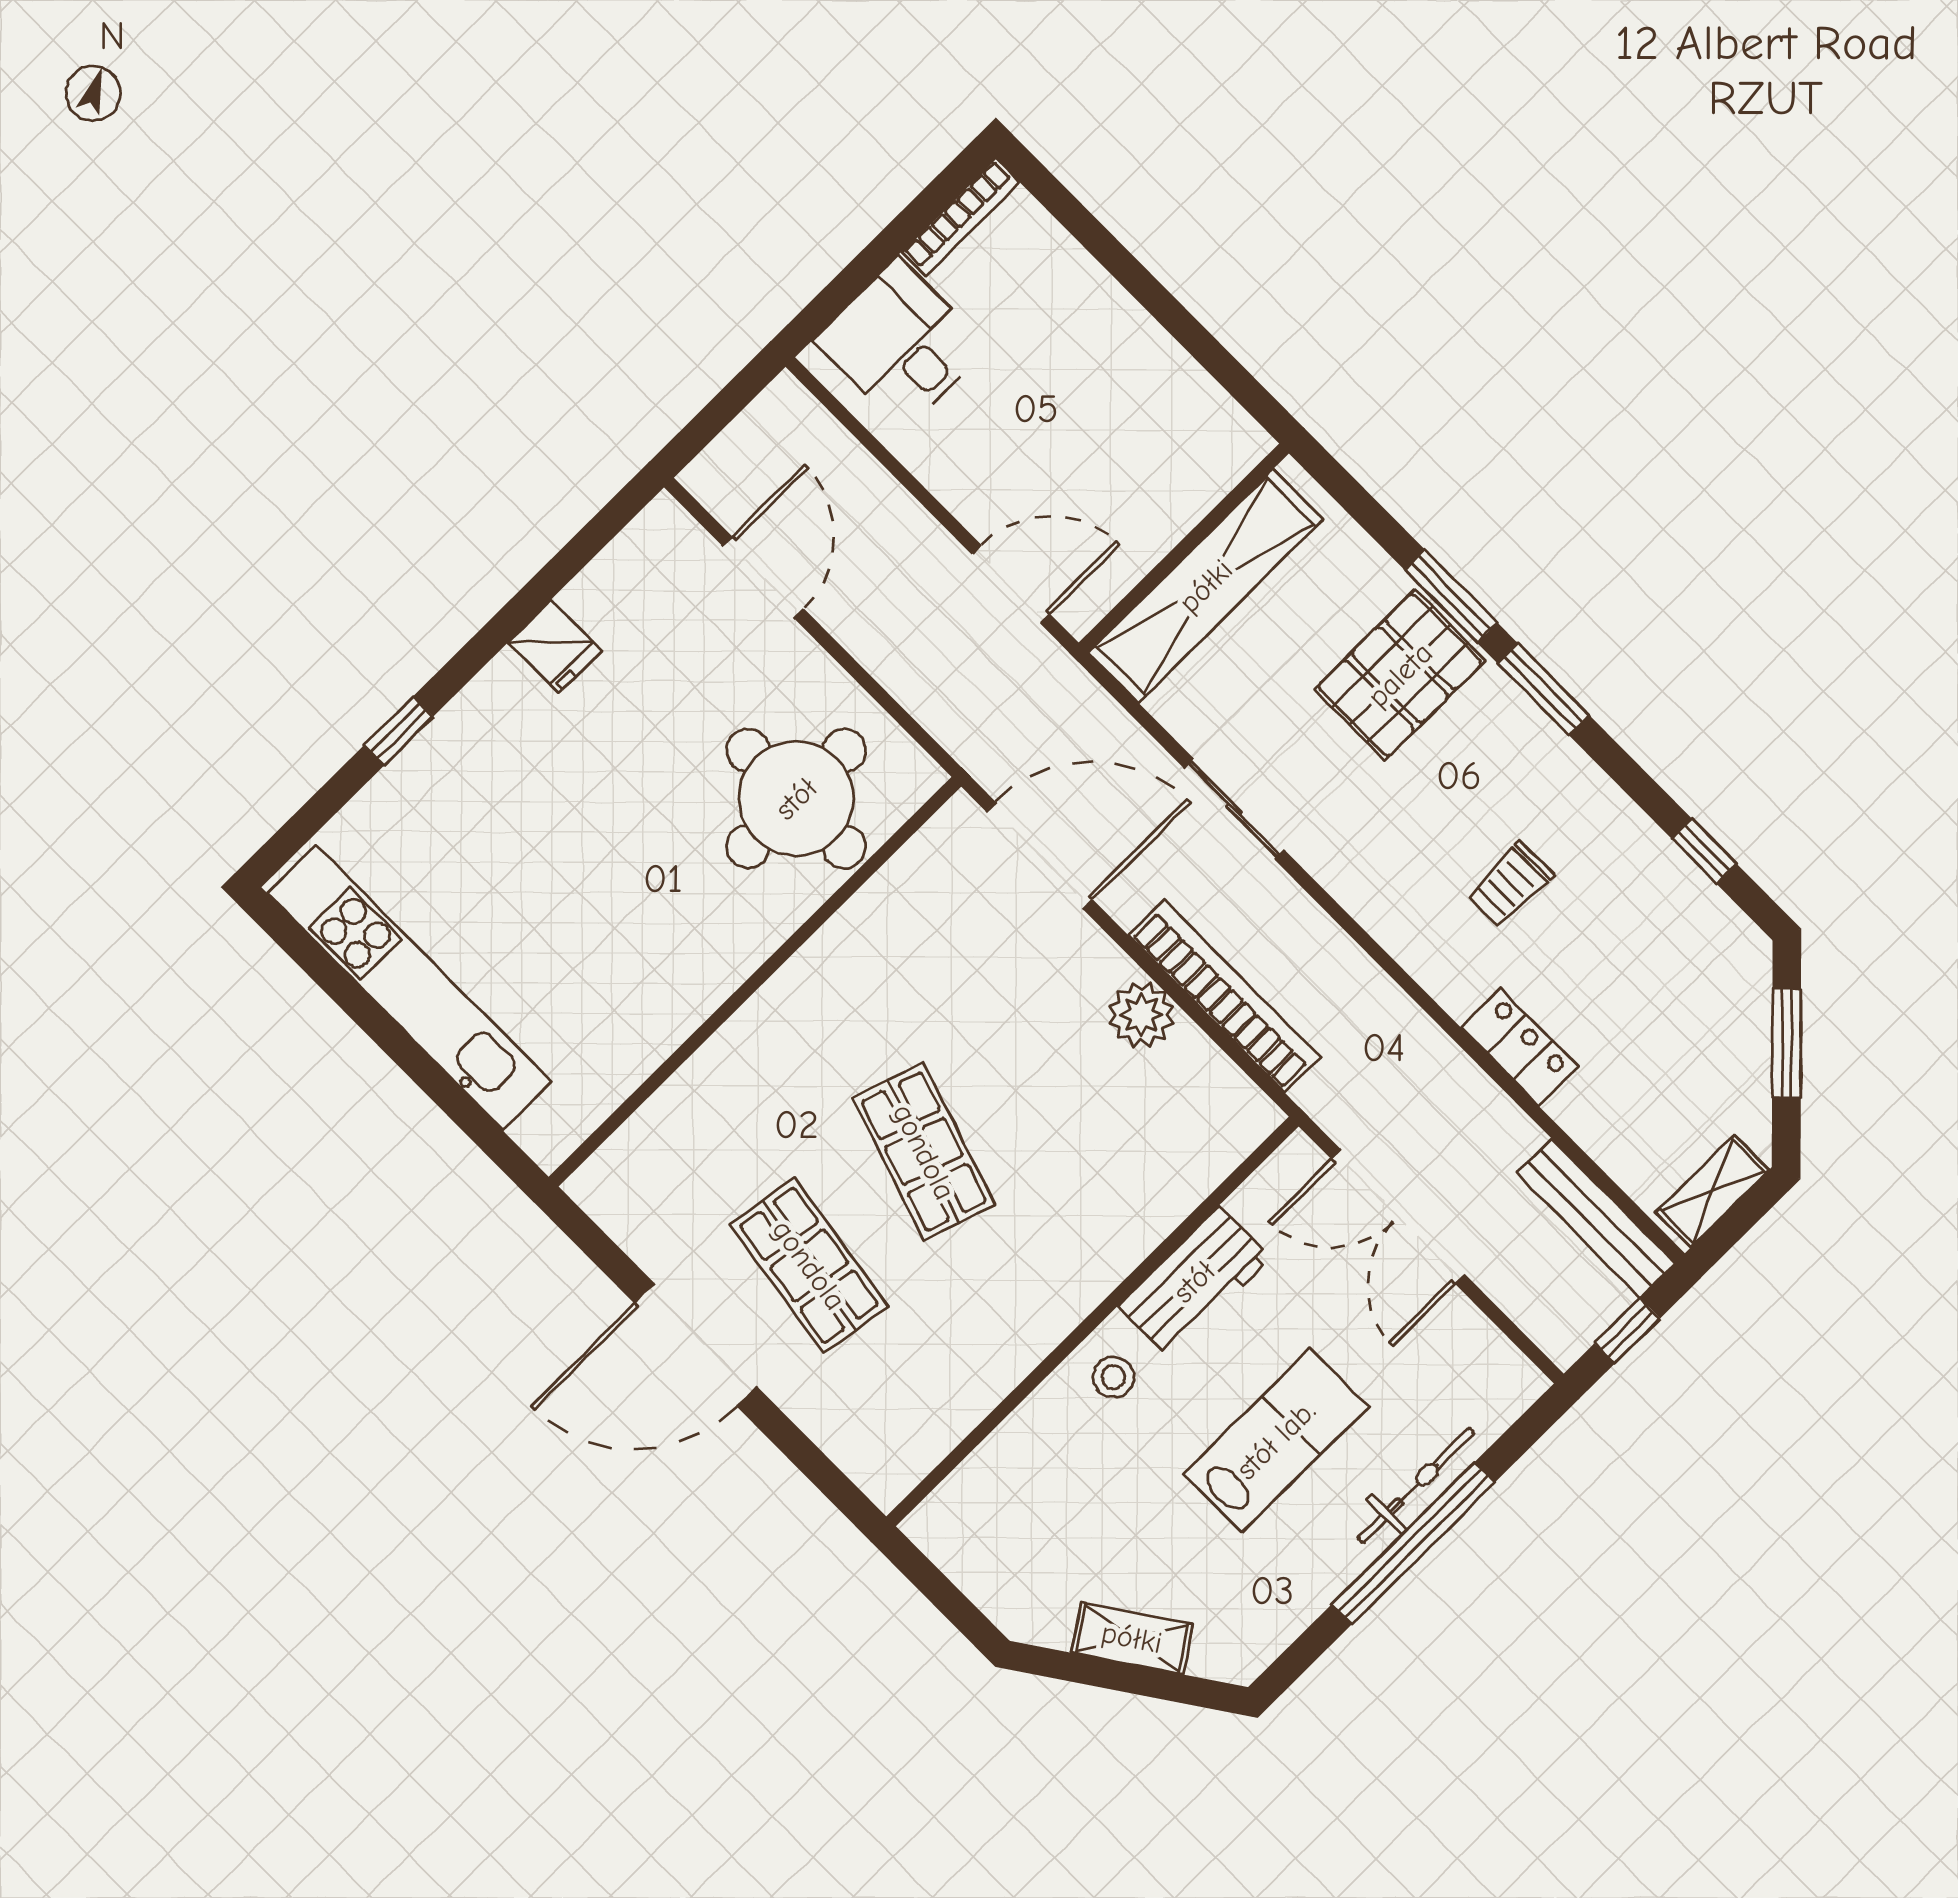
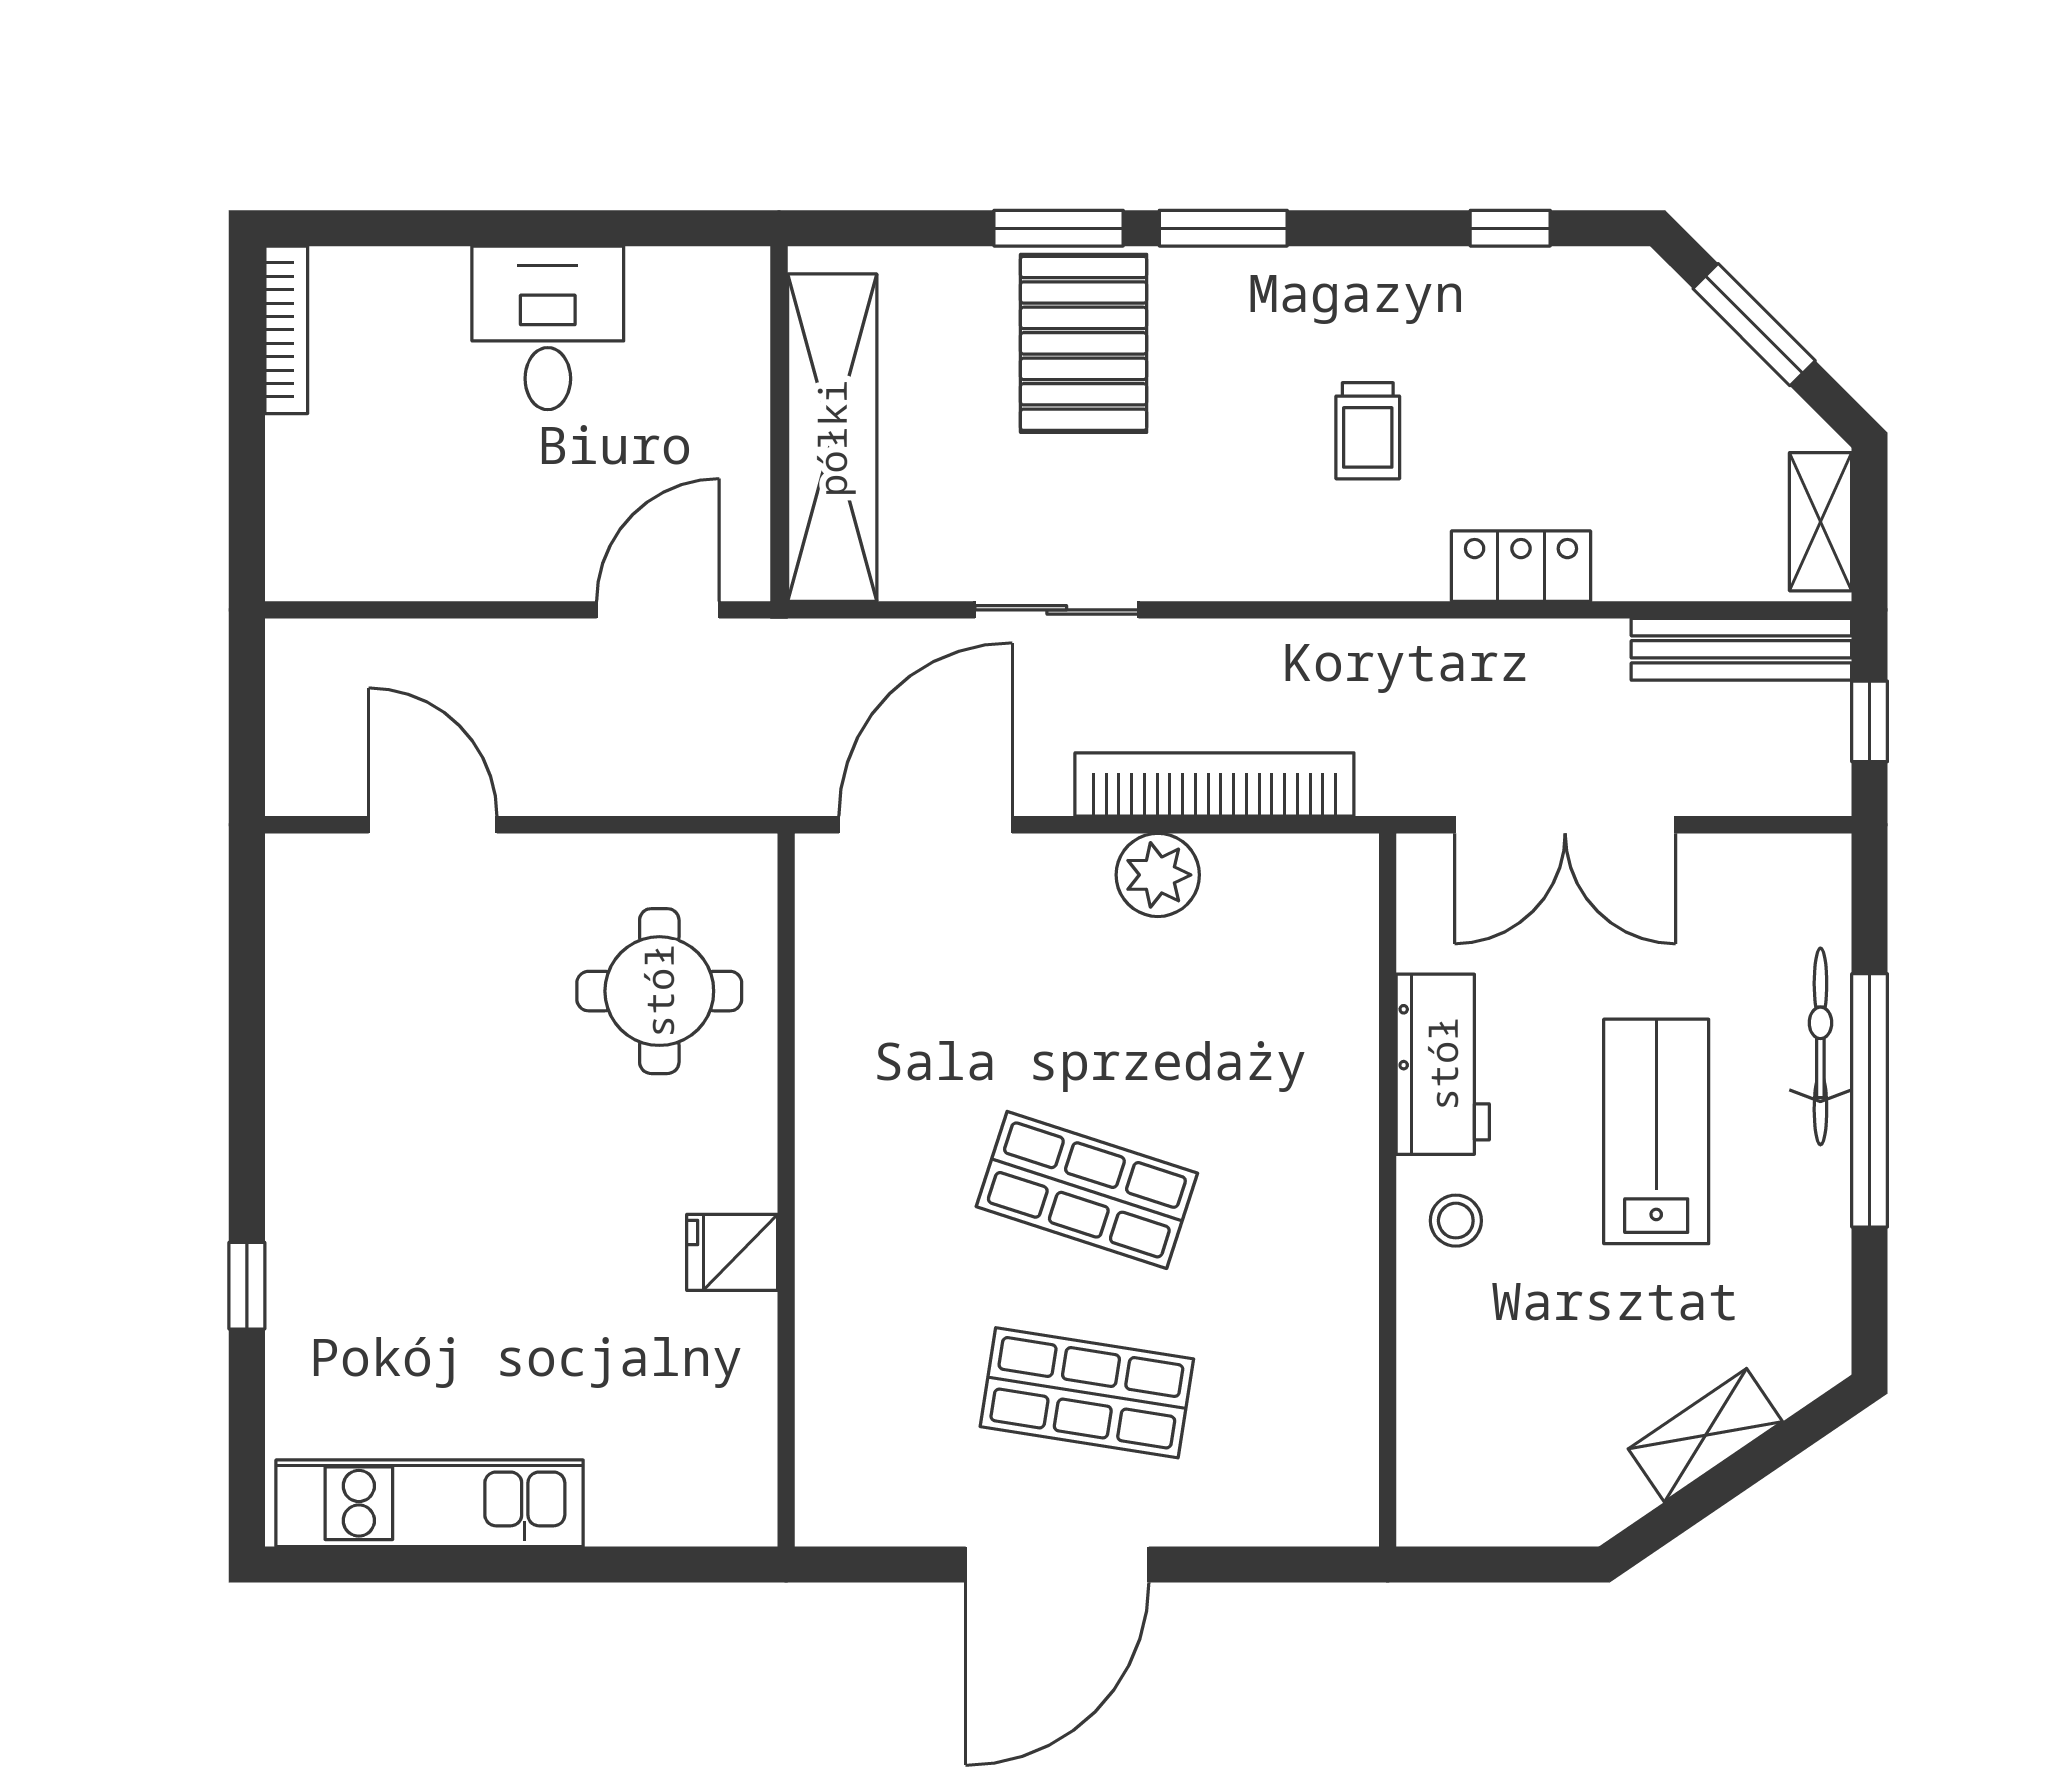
desk: (901, 344) -> (548, 328), moved, turned 90
fridge: (555, 647) -> (732, 1252), moved, turned 180
round table: (796, 799) -> (659, 991), width x0.73, depth x0.73
kitchen unit: (409, 988) -> (430, 1503), width x0.73

